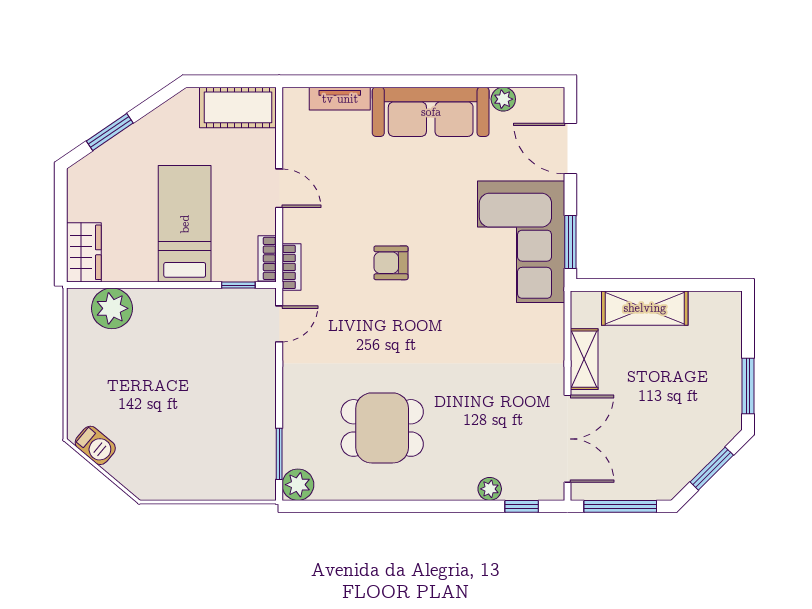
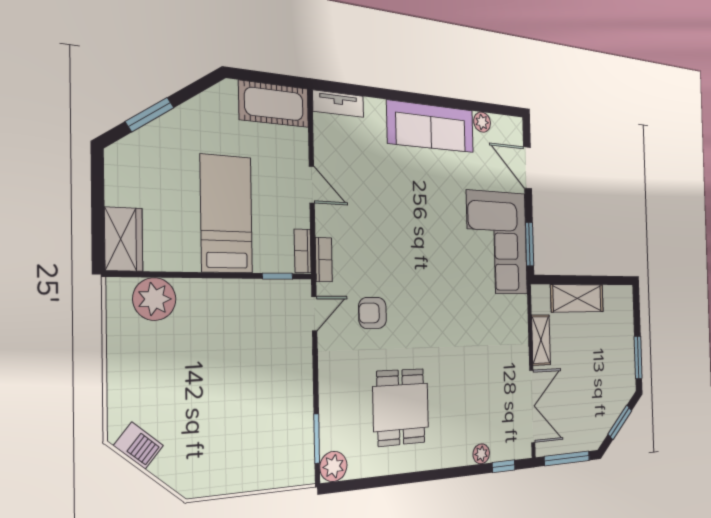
tv unit: (340, 99) -> (338, 104), moved
armchair: (391, 263) -> (372, 313), moved
dining table: (382, 428) -> (401, 407), turned 90

